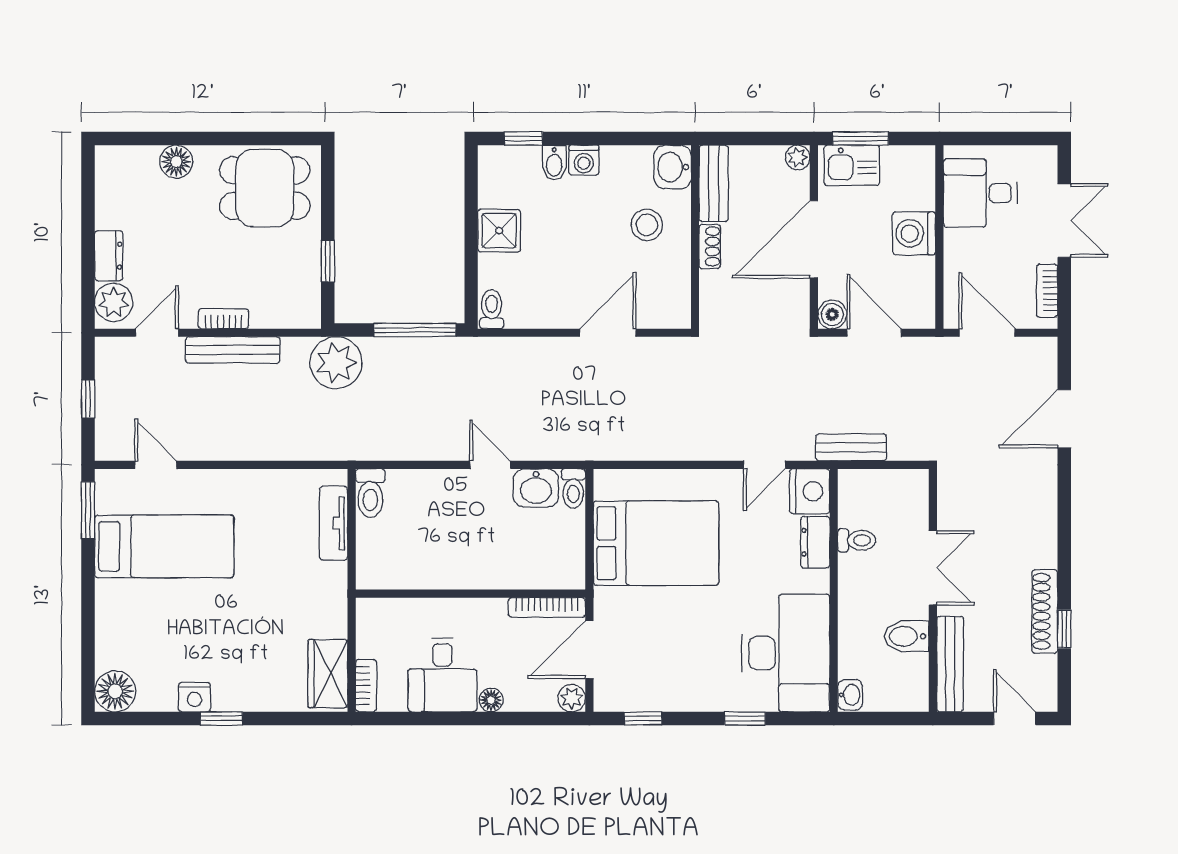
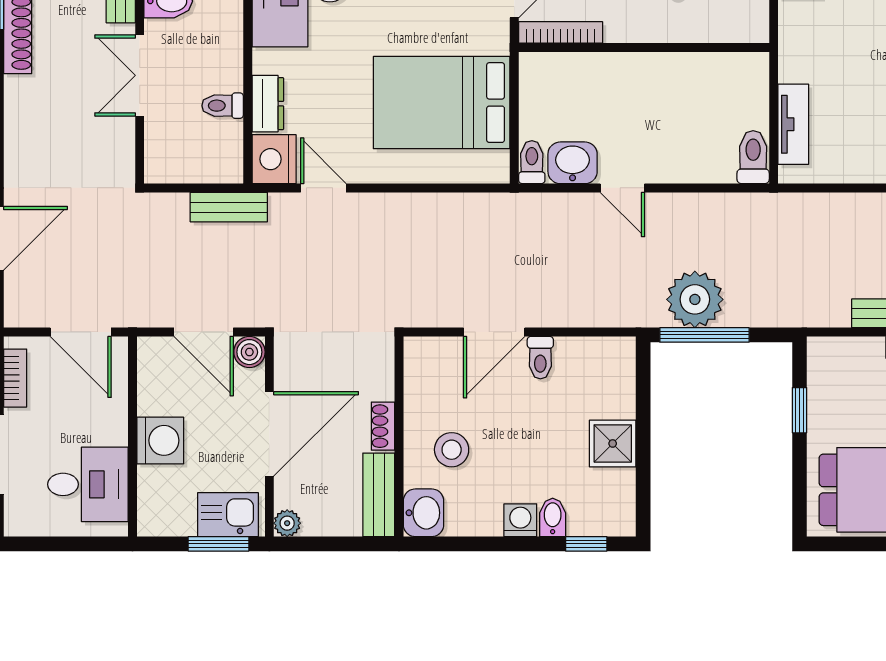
toilet: (492, 309) -> (540, 358), moved
plant: (336, 363) -> (695, 299), moved
door: (764, 465) -> (323, 188), hinge flipped

